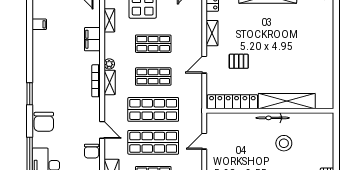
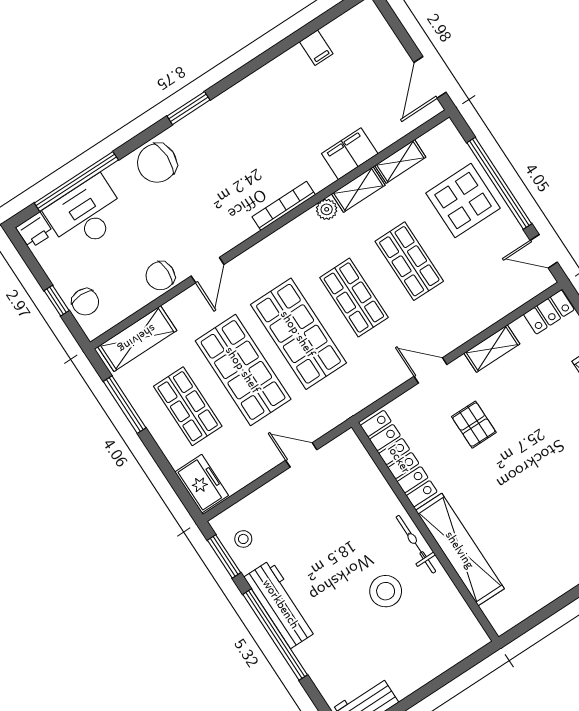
shelving: (110, 82) -> (358, 190), moved

